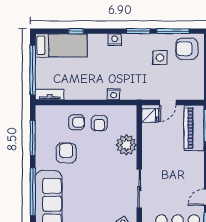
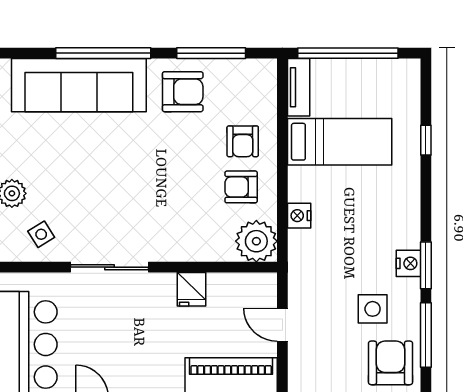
nightstand: (115, 40) -> (408, 263), moved
bed: (61, 45) -> (340, 142), moved, turned -90
fridge: (150, 115) -> (191, 289), moved
plant: (126, 145) -> (256, 241), moved
armchair: (66, 153) -> (183, 92), moved

